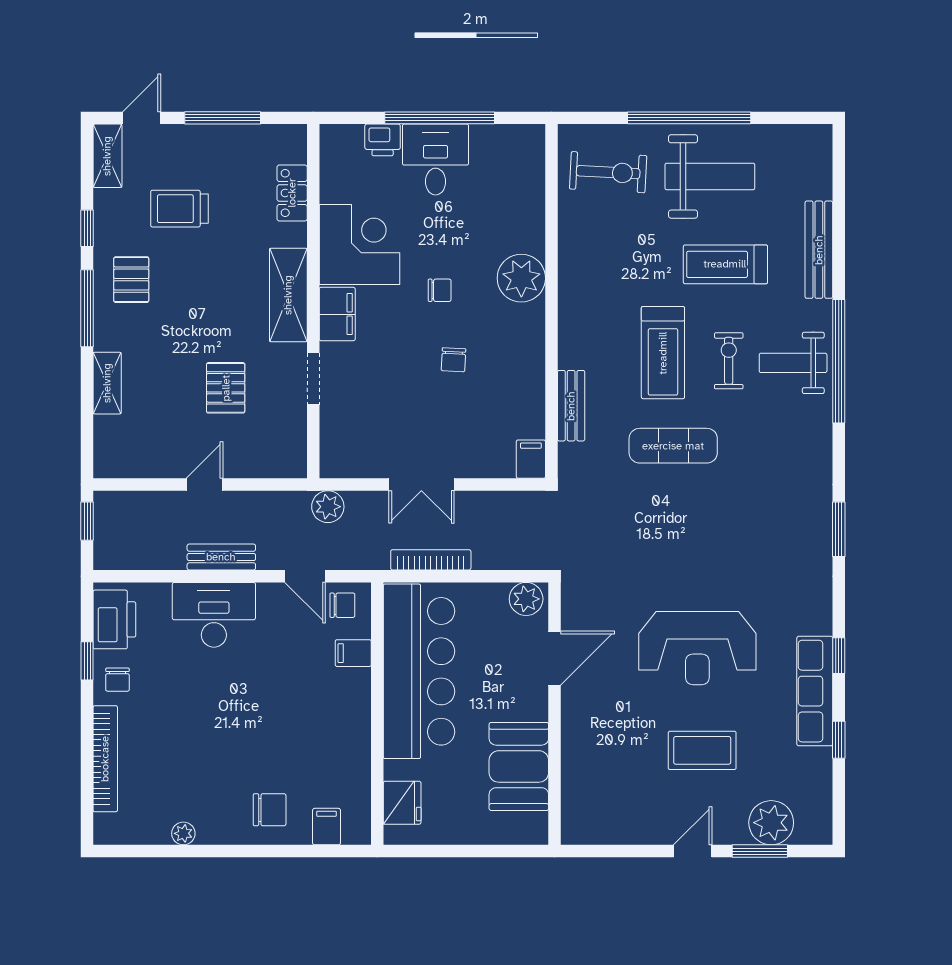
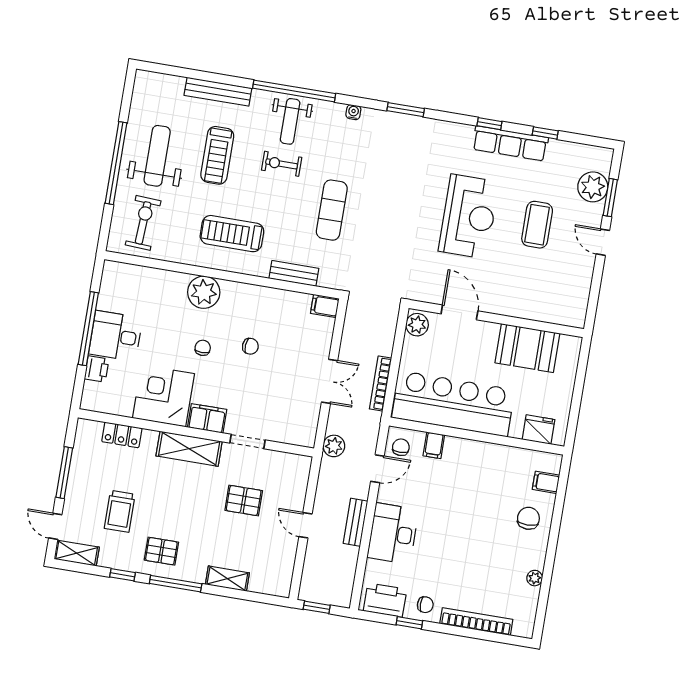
treadmill: (663, 353) -> (232, 234), moved, turned 180
water cooler: (822, 453) -> (353, 112), added

